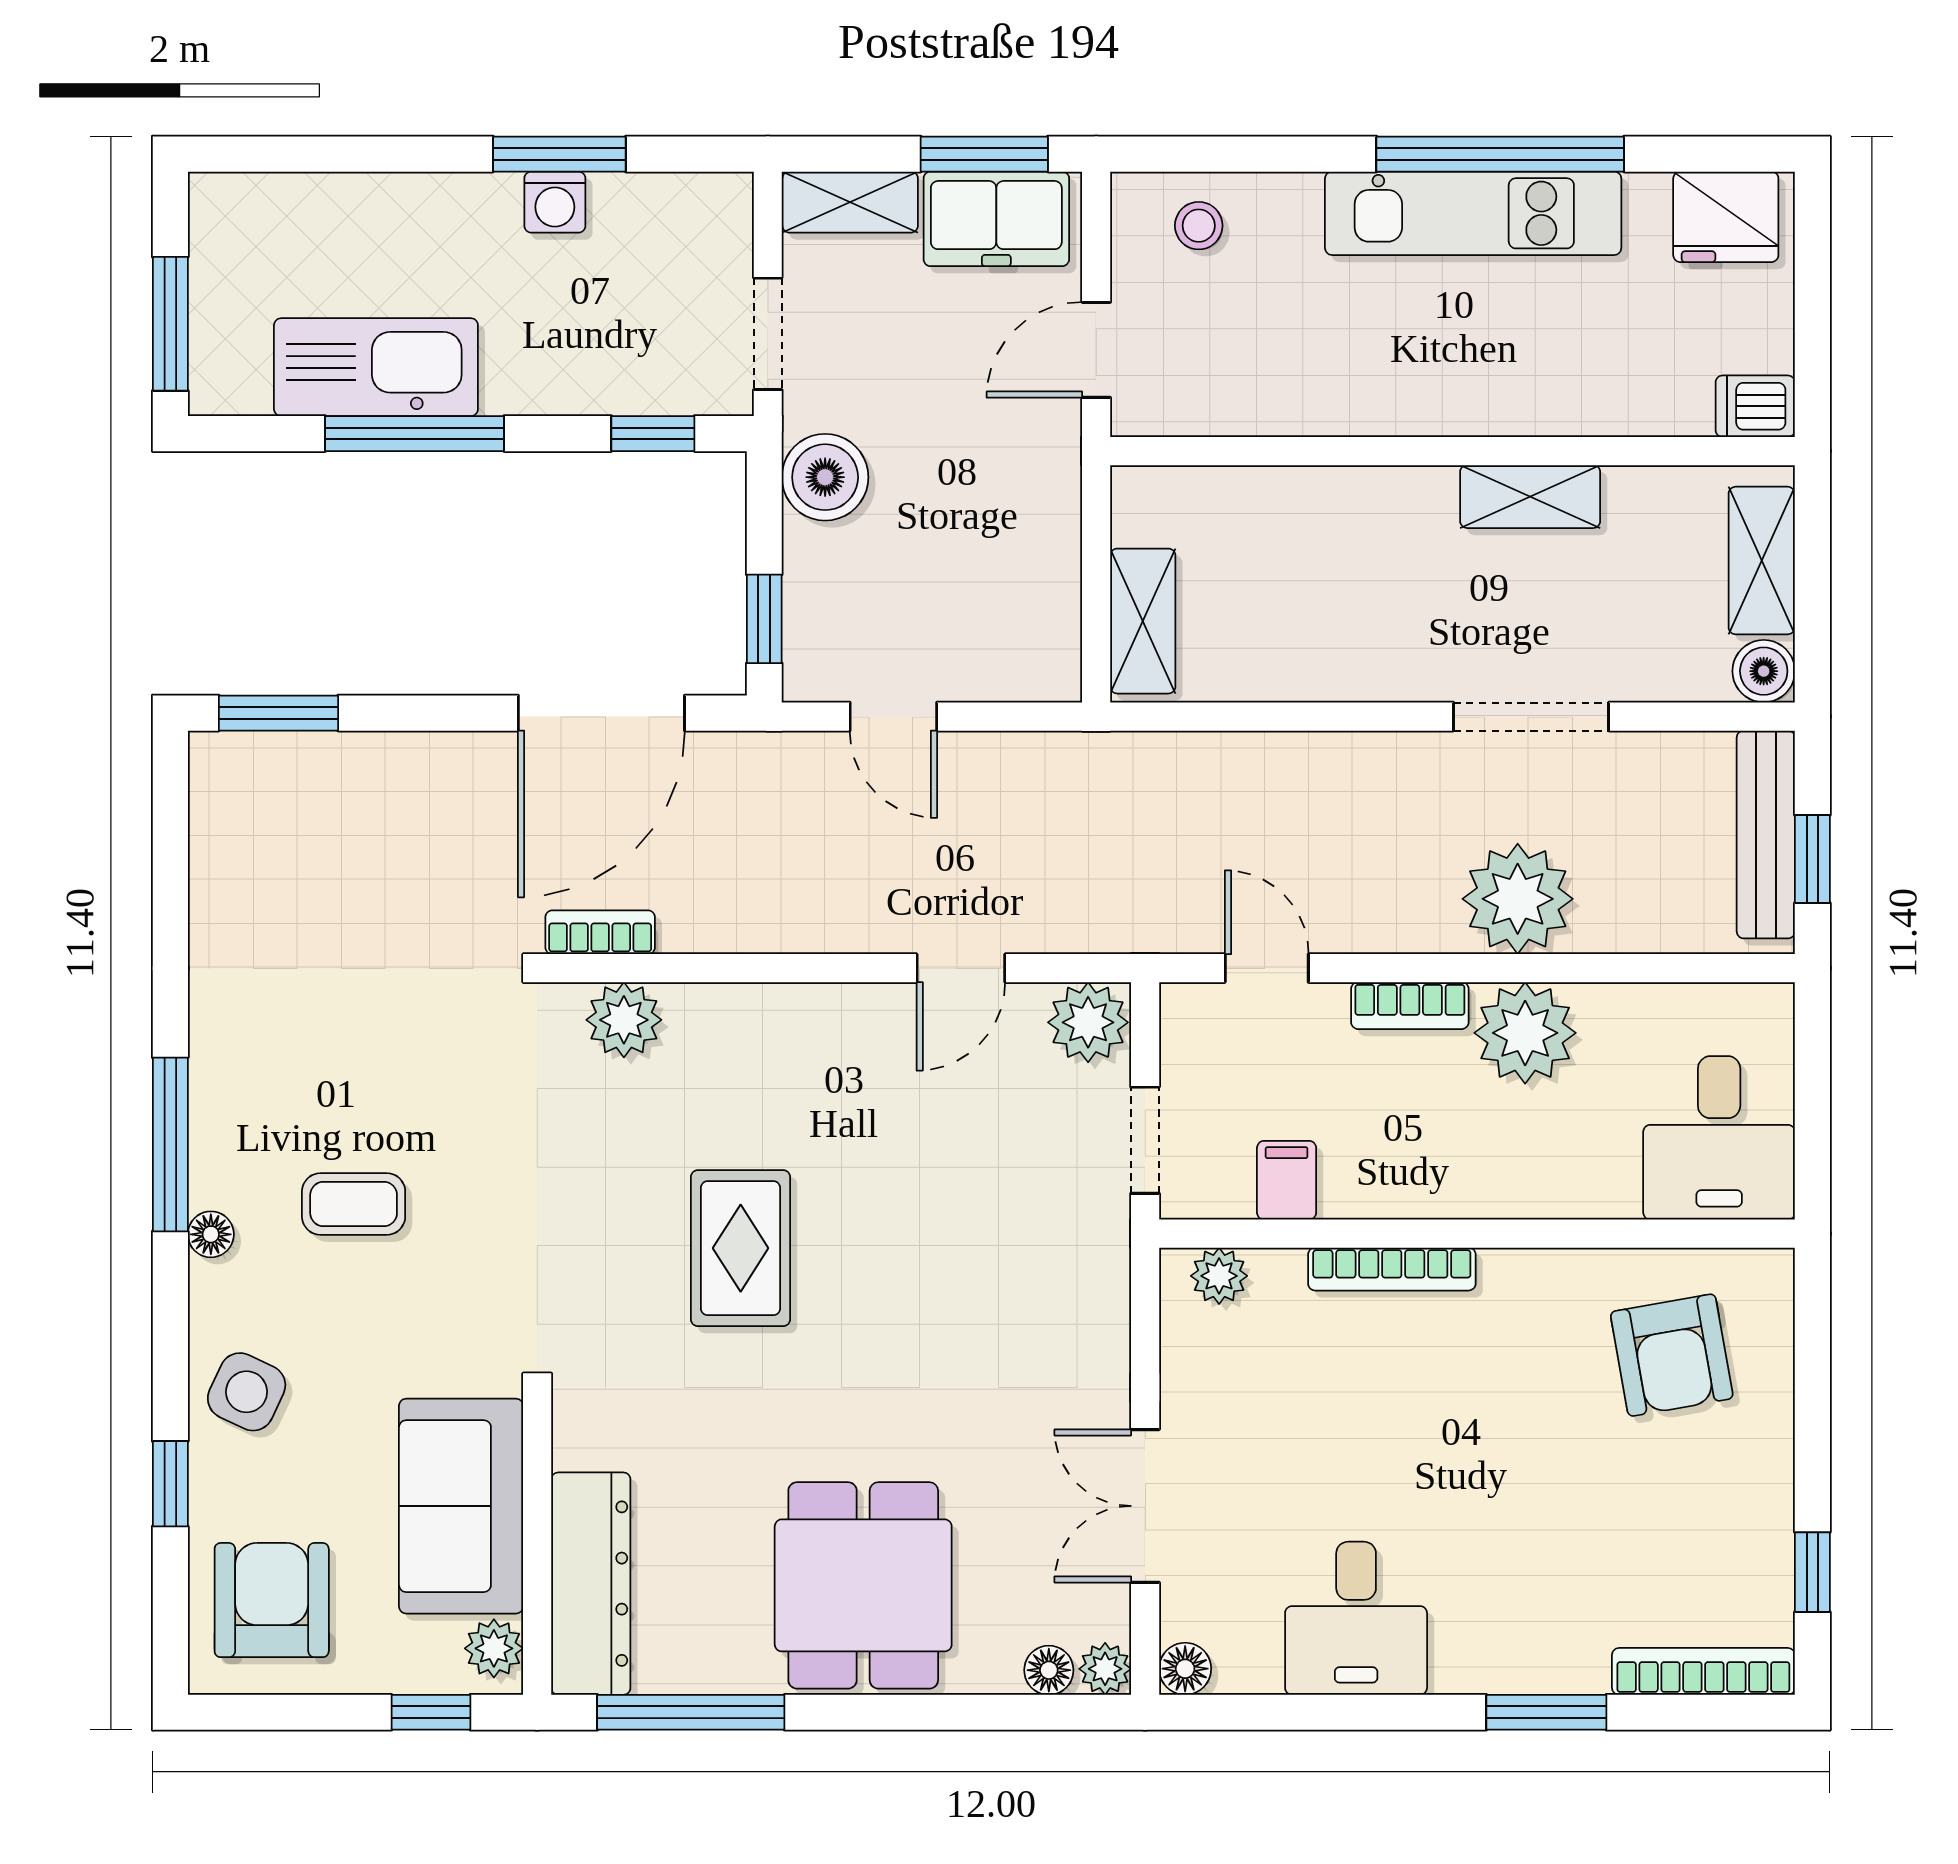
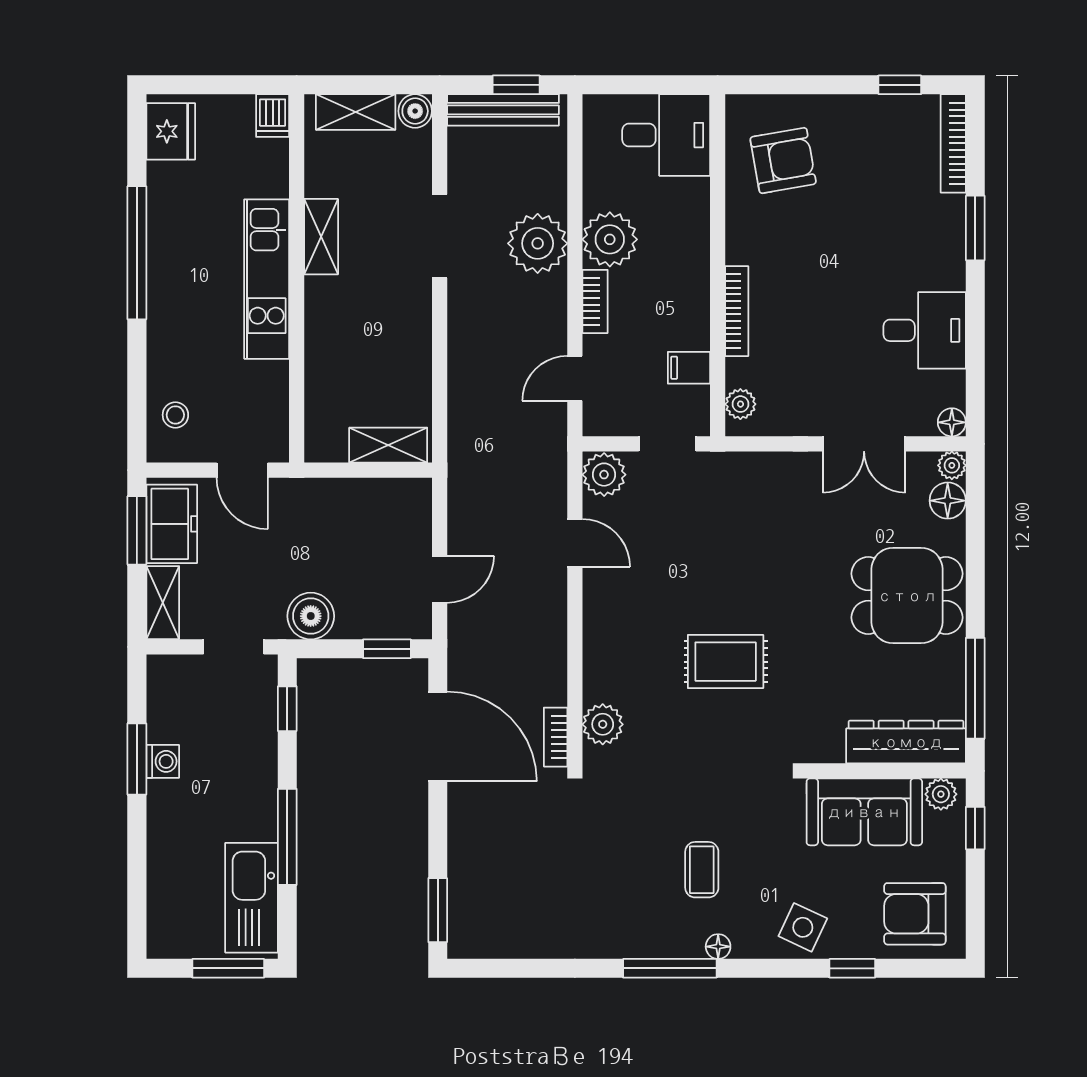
kitchen unit: (1473, 213) -> (267, 279), moved, turned 180
kitchen sink: (376, 367) -> (252, 898), moved
floor lamp: (1049, 1670) -> (948, 501), width x1.37, depth x1.37

